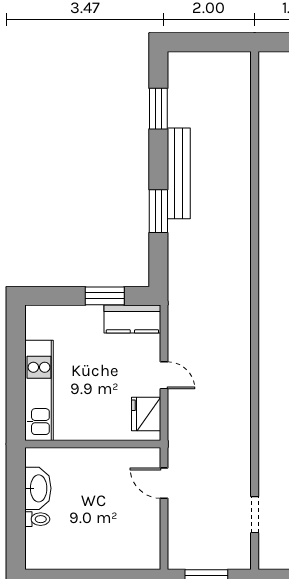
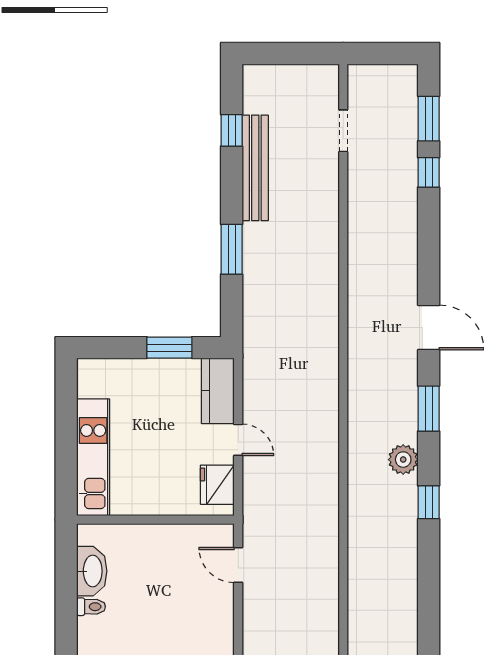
window: (158, 109) -> (232, 130), width x0.67
bench: (179, 173) -> (255, 168), moved
kitchen counter: (132, 319) -> (218, 391), moved, turned 90
doorway: (255, 515) -> (343, 131), moved

